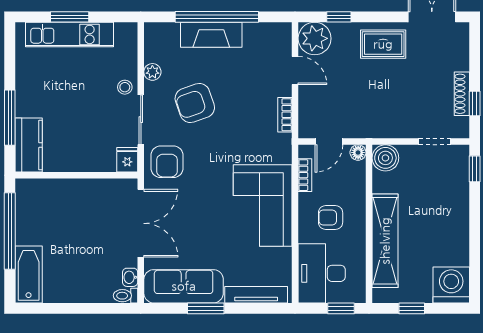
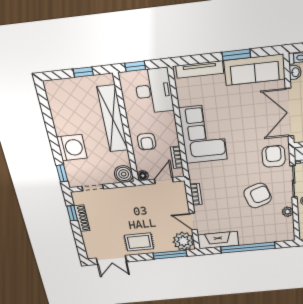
window: (339, 17) -> (170, 255), width x2.17
fireplace: (211, 35) -> (218, 240), moved
armchair: (331, 218) -> (147, 142), moved, turned 90
washing machine: (451, 285) -> (72, 148), moved, turned -90

